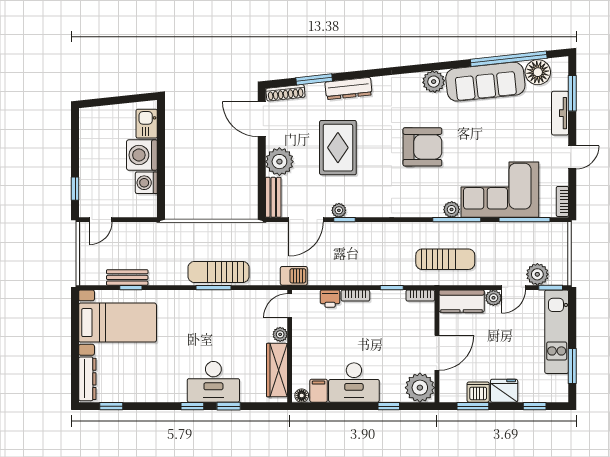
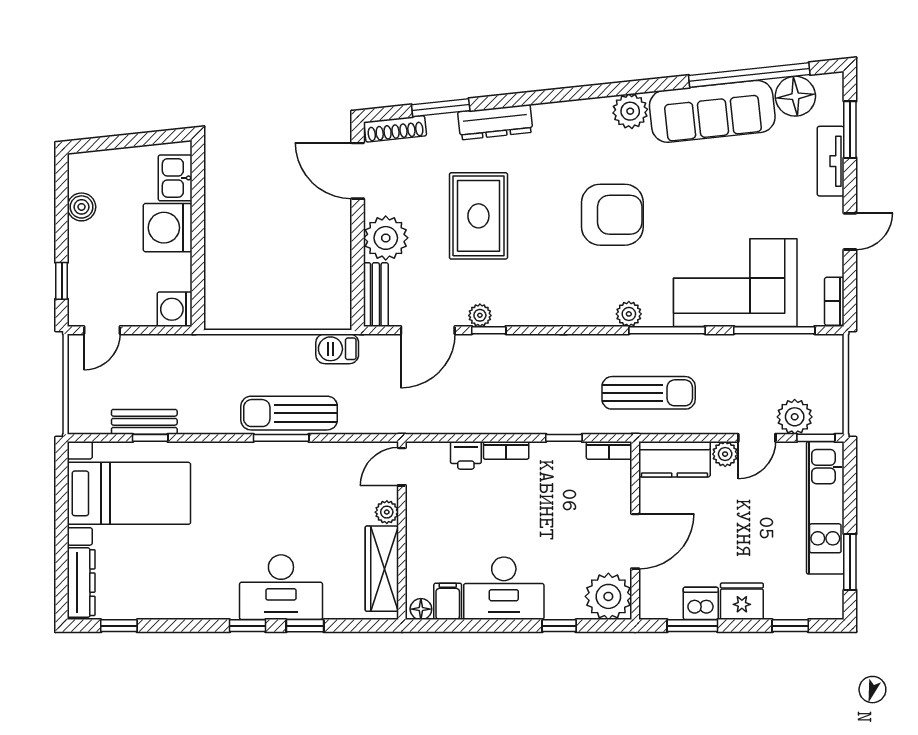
boiler: (88, 142) -> (82, 207), added
washing machine: (146, 183) -> (175, 309), moved
plant: (452, 209) -> (629, 314), moved
barbecue: (294, 276) -> (337, 349), moved, turned 180

